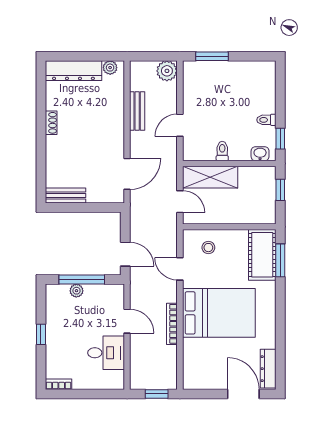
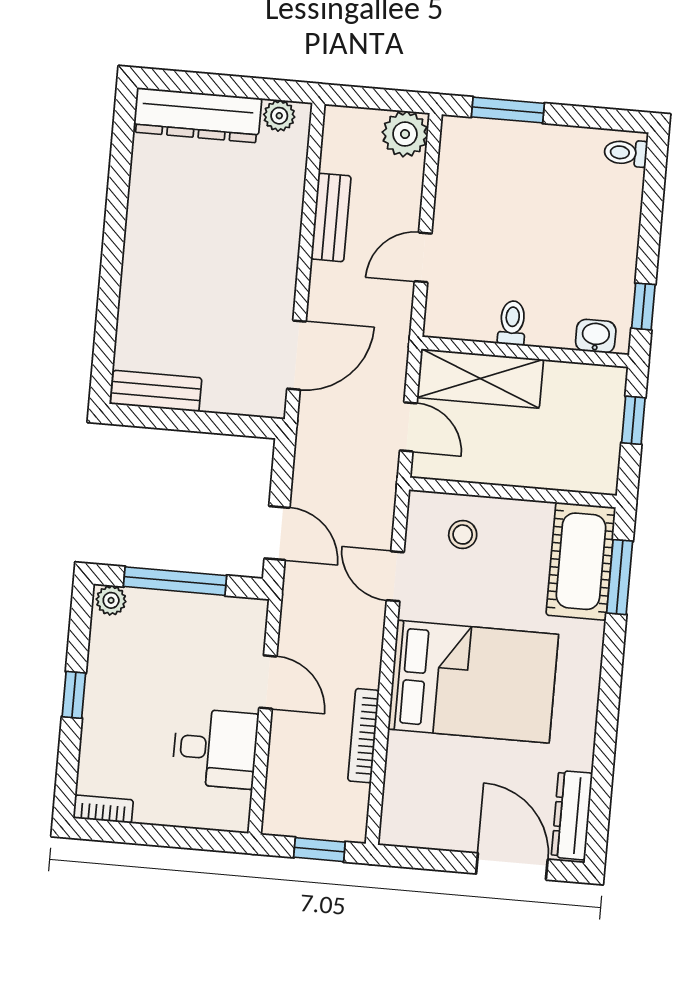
toilet: (266, 120) -> (626, 153), moved
shoe rack: (51, 123) -> (138, 227), removed
plant: (76, 291) -> (111, 600), moved
bookcase: (172, 324) -> (364, 736), moved

